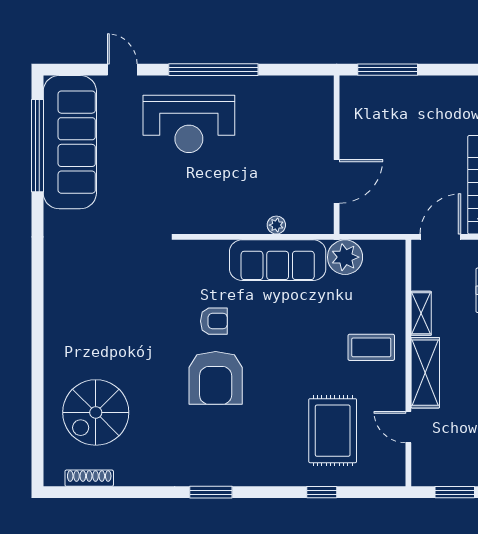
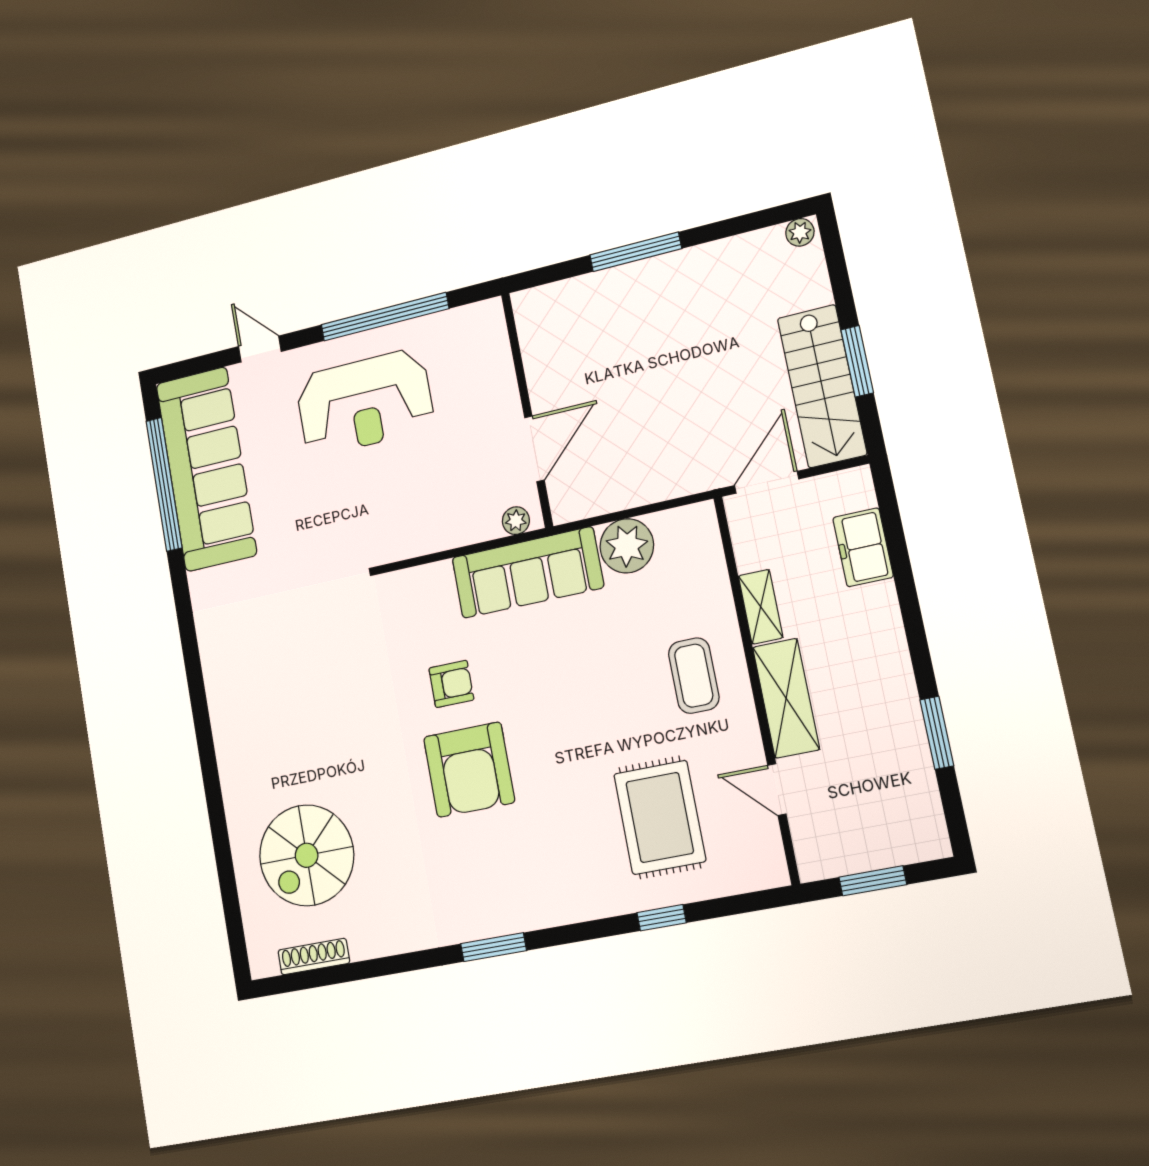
wall: (337, 155) -> (527, 410), moved
door: (337, 181) -> (534, 449), moved
coffee table: (371, 347) -> (694, 676), turned 90

